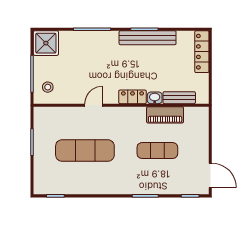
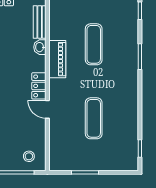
locker: (132, 97) -> (39, 86), moved
piano: (165, 115) -> (57, 59), moved
exercise mat: (85, 151) -> (94, 118), width x0.73, depth x0.69

